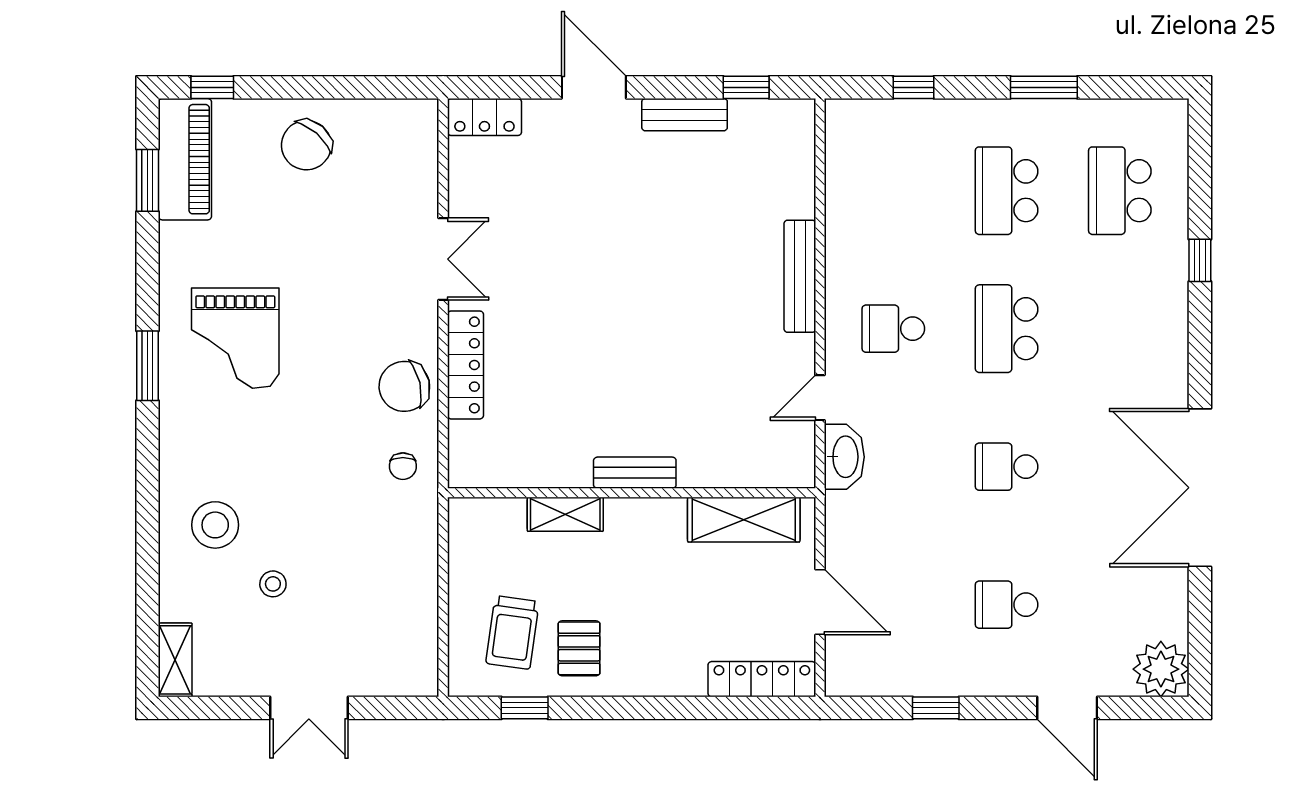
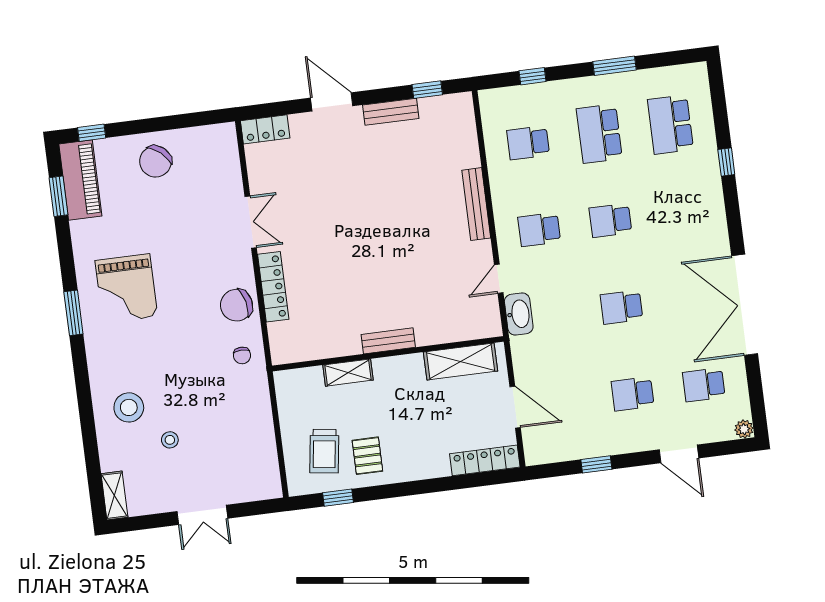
school desk: (893, 191) -> (528, 143), added
school desk: (1007, 329) -> (610, 220), width x0.54
school desk: (1120, 605) -> (704, 385), added
plant: (1161, 669) -> (744, 429), width x0.53, depth x0.53

